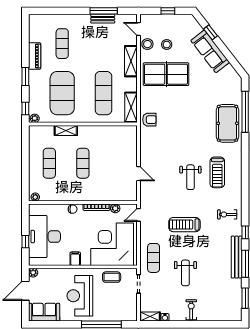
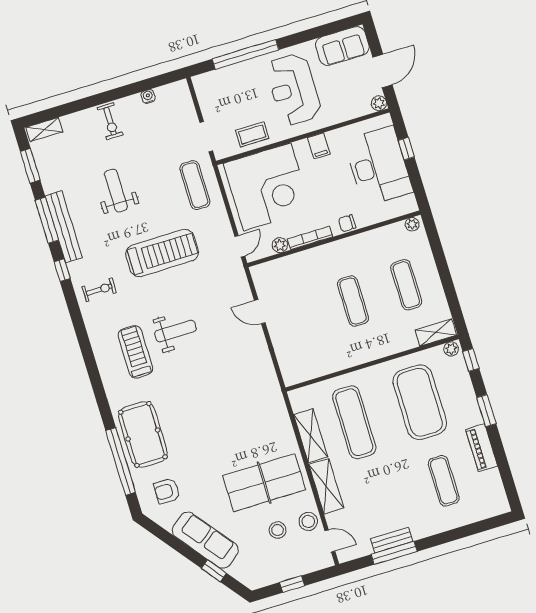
shelving: (131, 107) -> (311, 436), moved
armchair: (149, 120) -> (167, 491), moved
shelving: (66, 130) -> (436, 333), moved
weight bench: (190, 177) -> (176, 331), turned 90
treadmill: (184, 225) -> (162, 253), width x1.37, depth x1.38
weight bench: (185, 273) -> (116, 191), moved
reception desk: (80, 296) -> (293, 89), turned 180
shelving: (150, 317) -> (44, 130), moved

